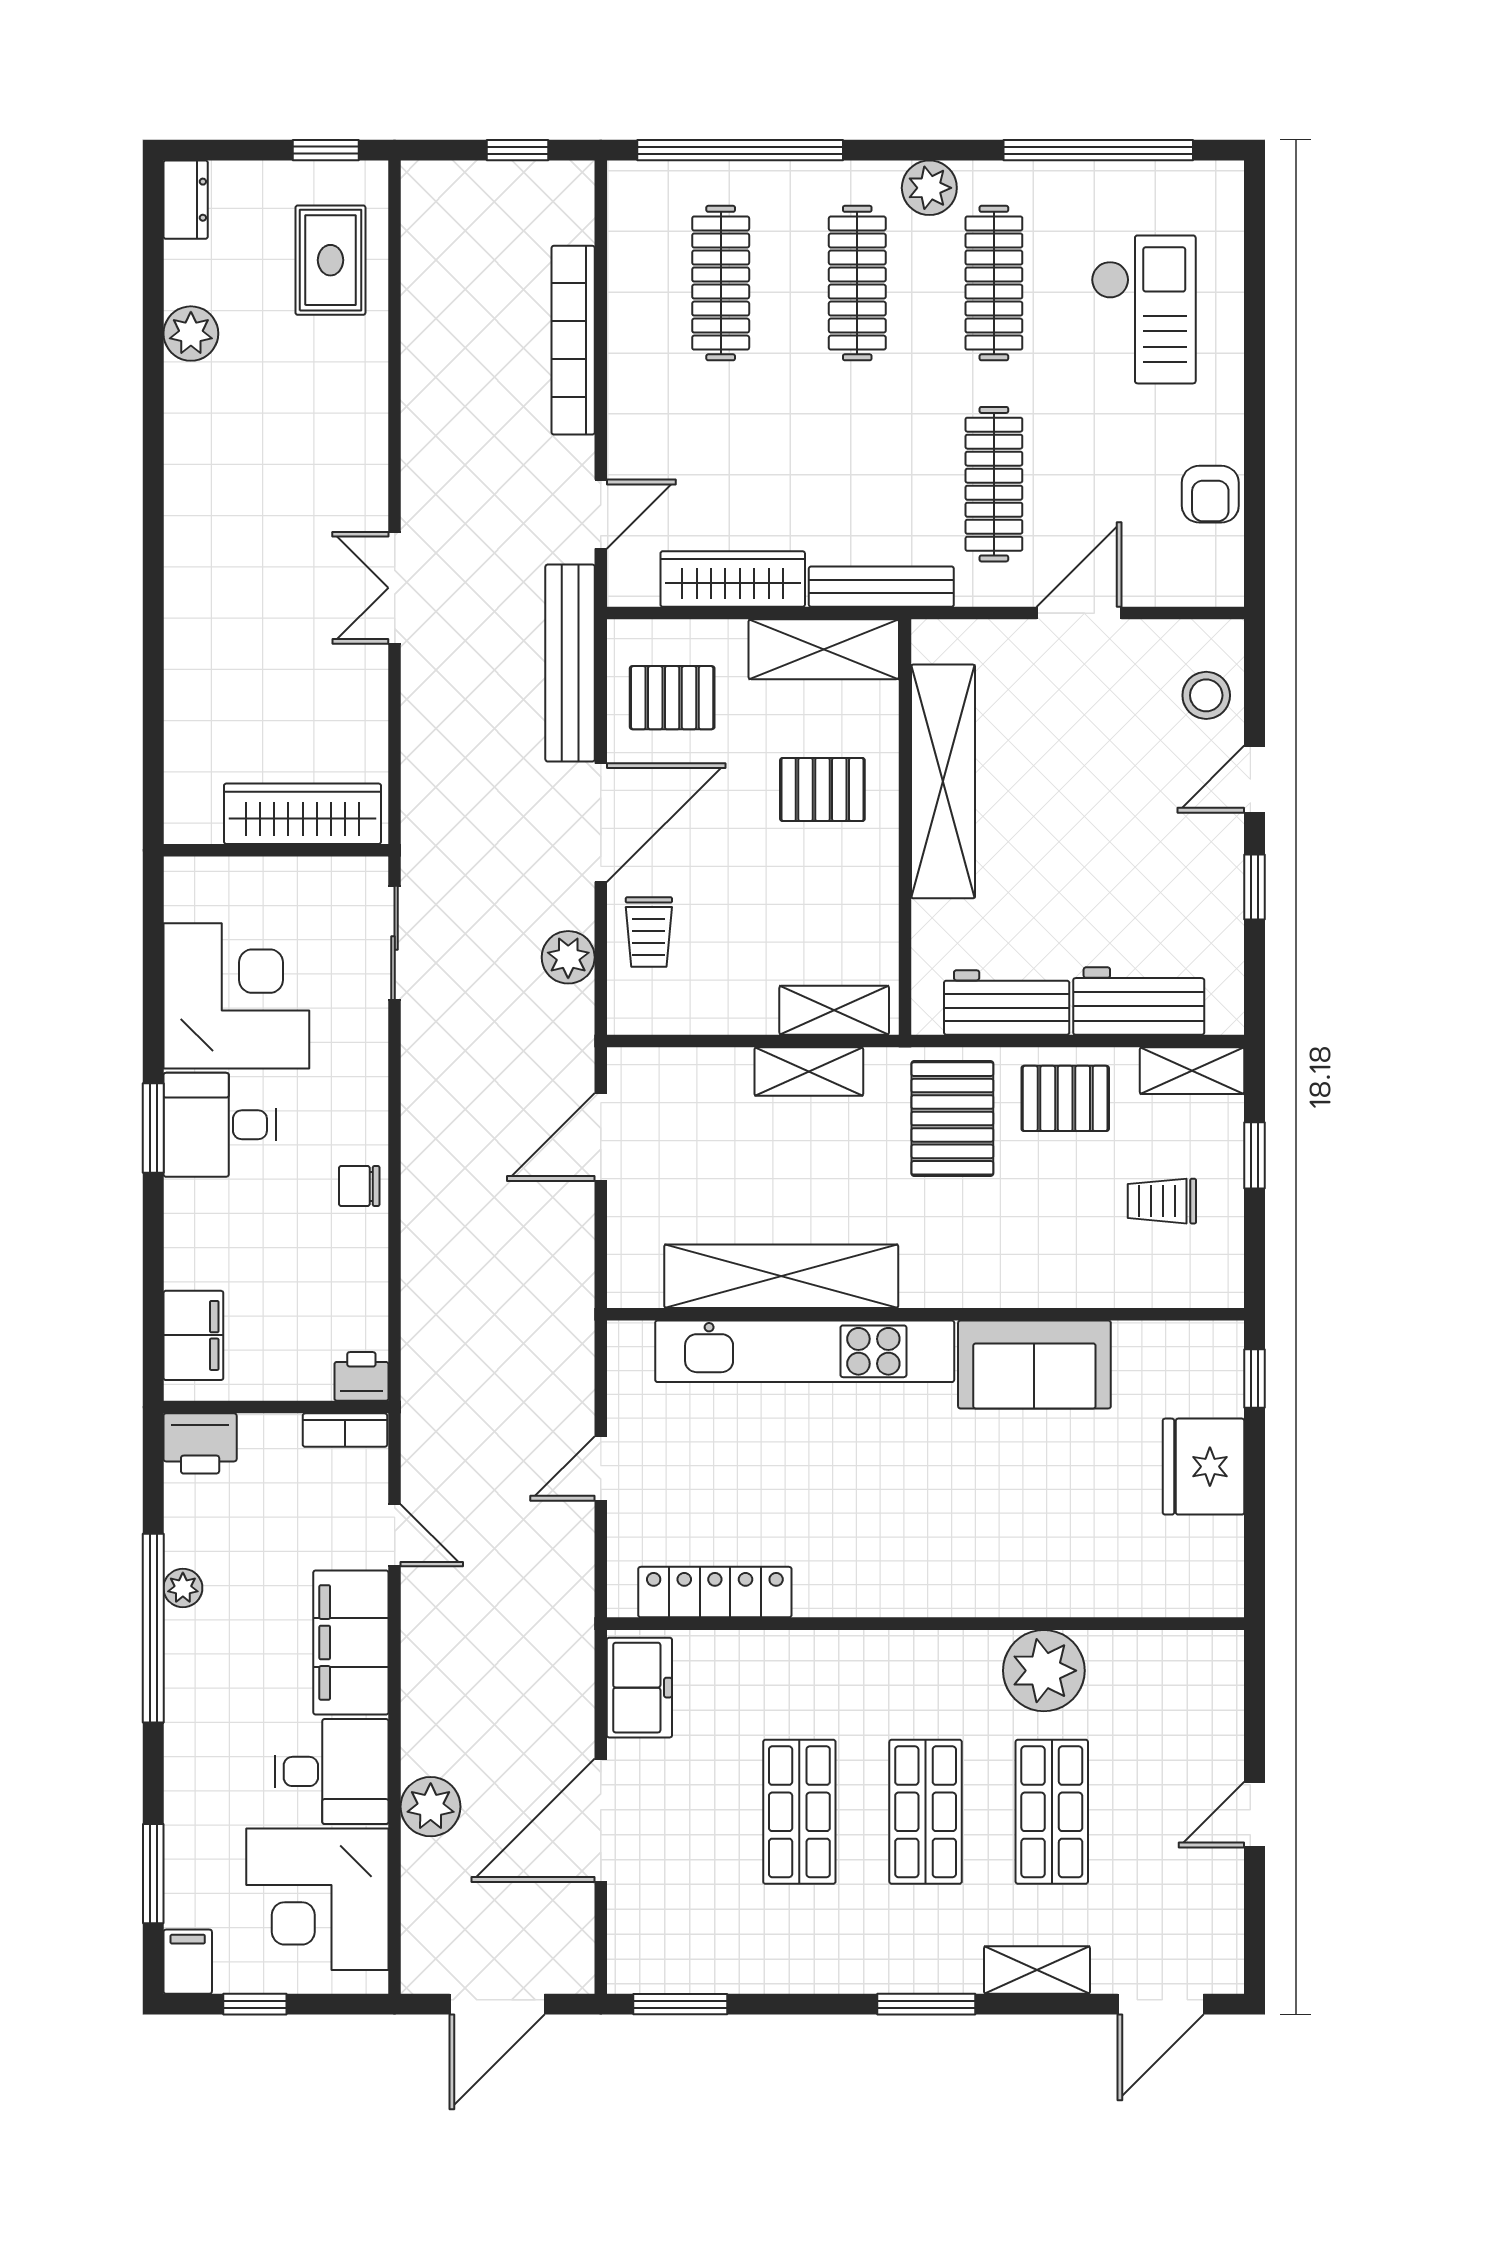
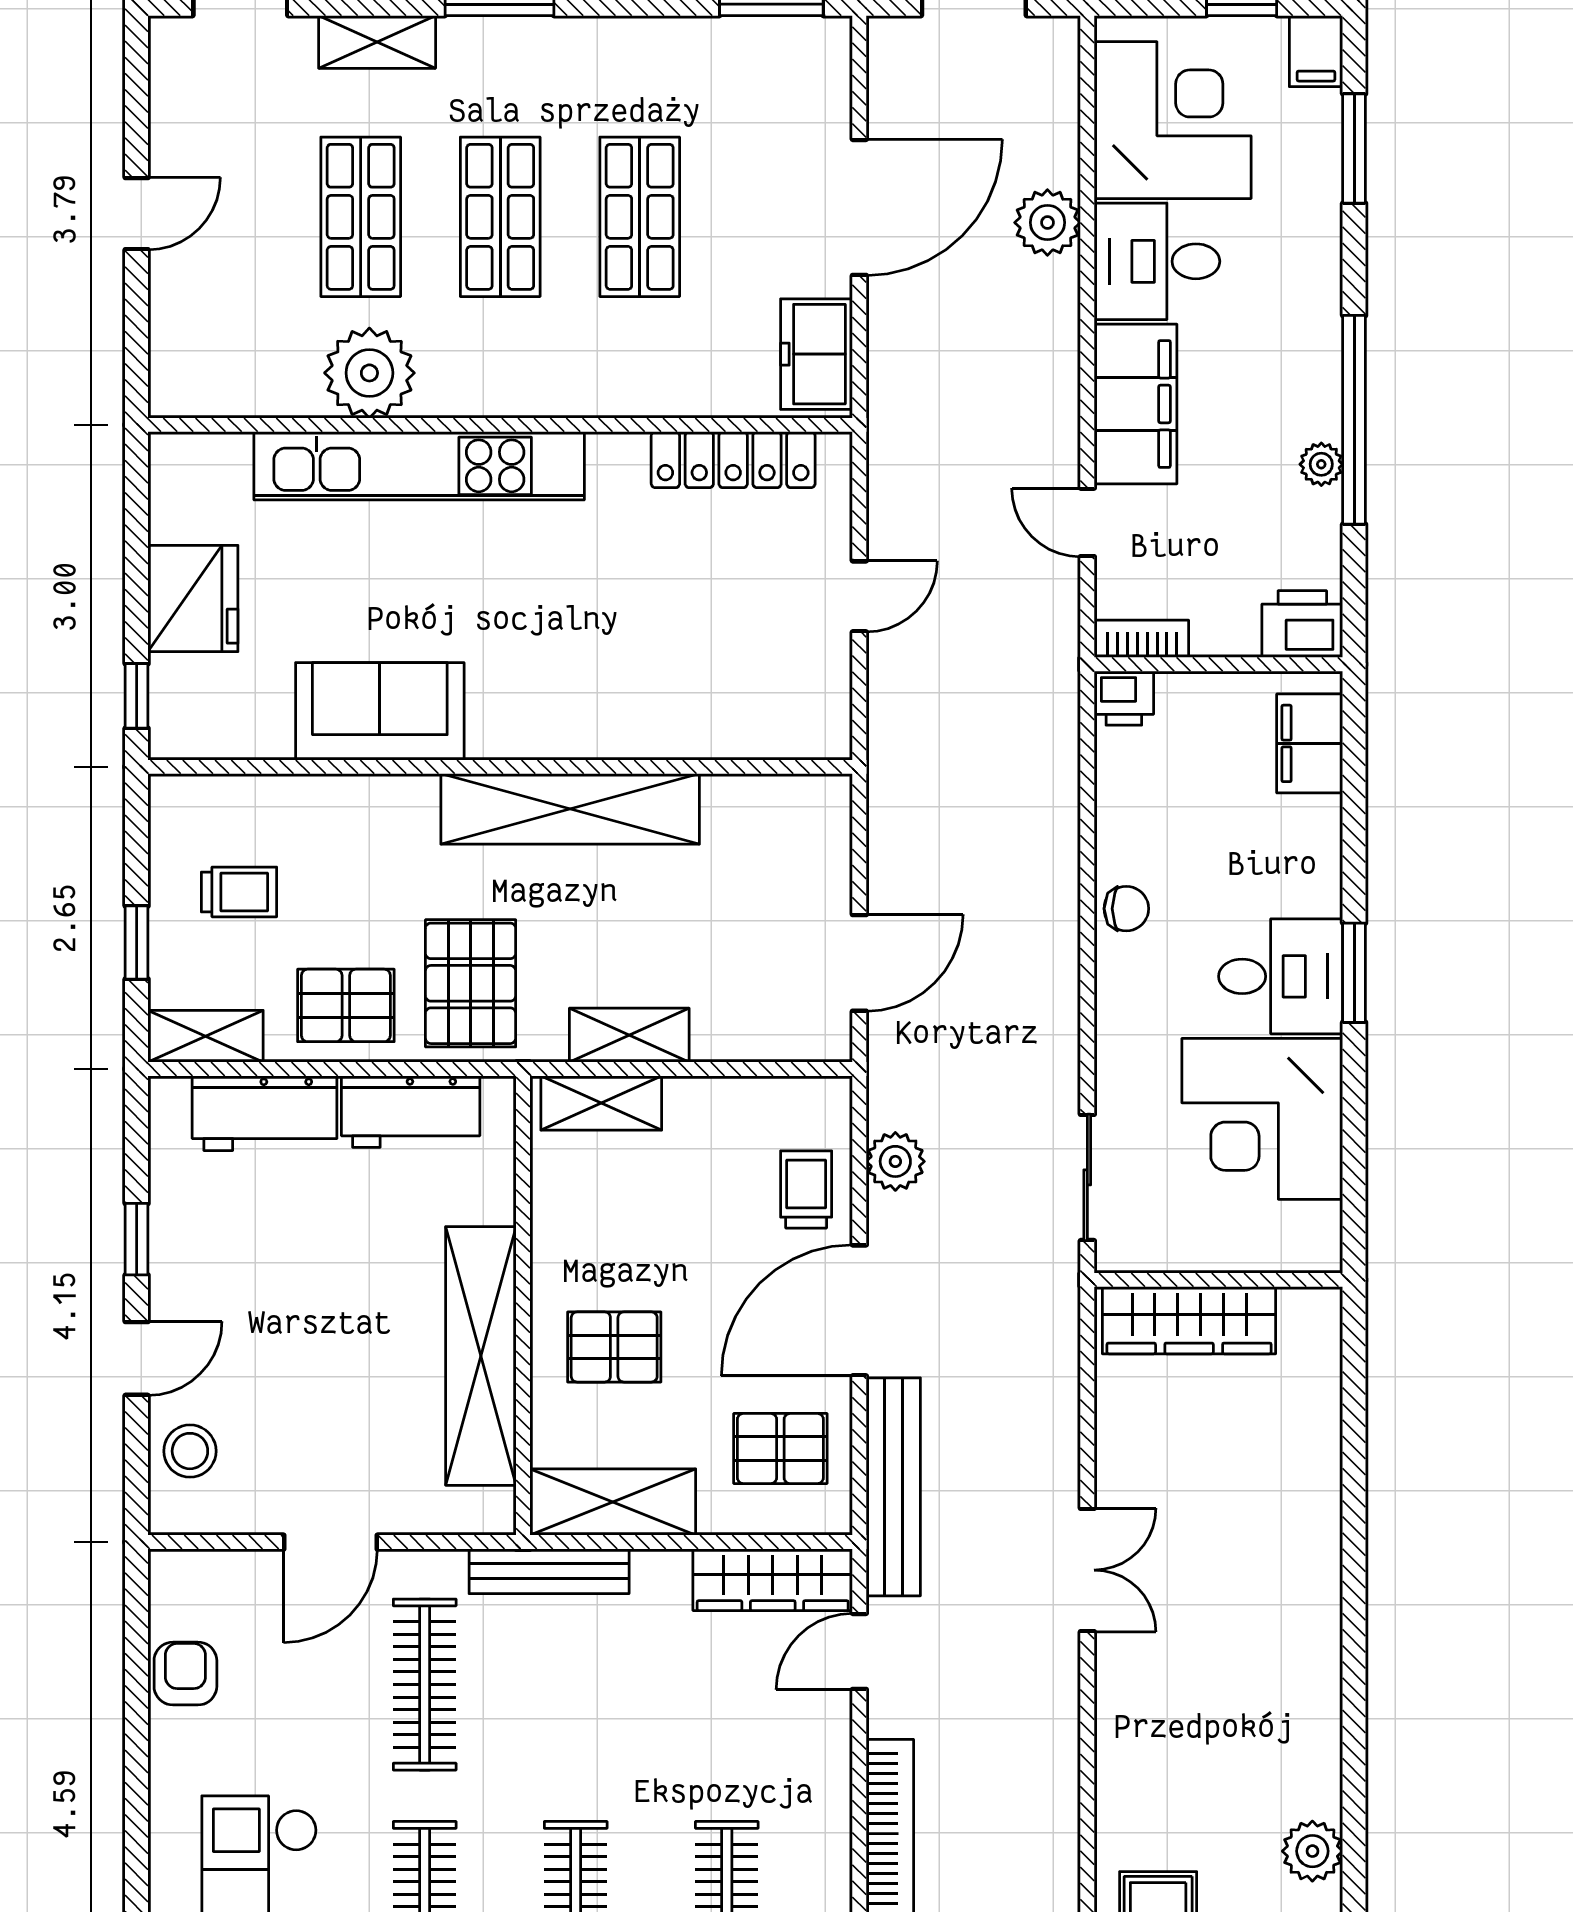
wardrobe: (733, 579) -> (773, 1580), moved
shelving: (781, 1276) -> (570, 809), moved
kitchen unit: (805, 1351) -> (419, 466), moved, turned 180

